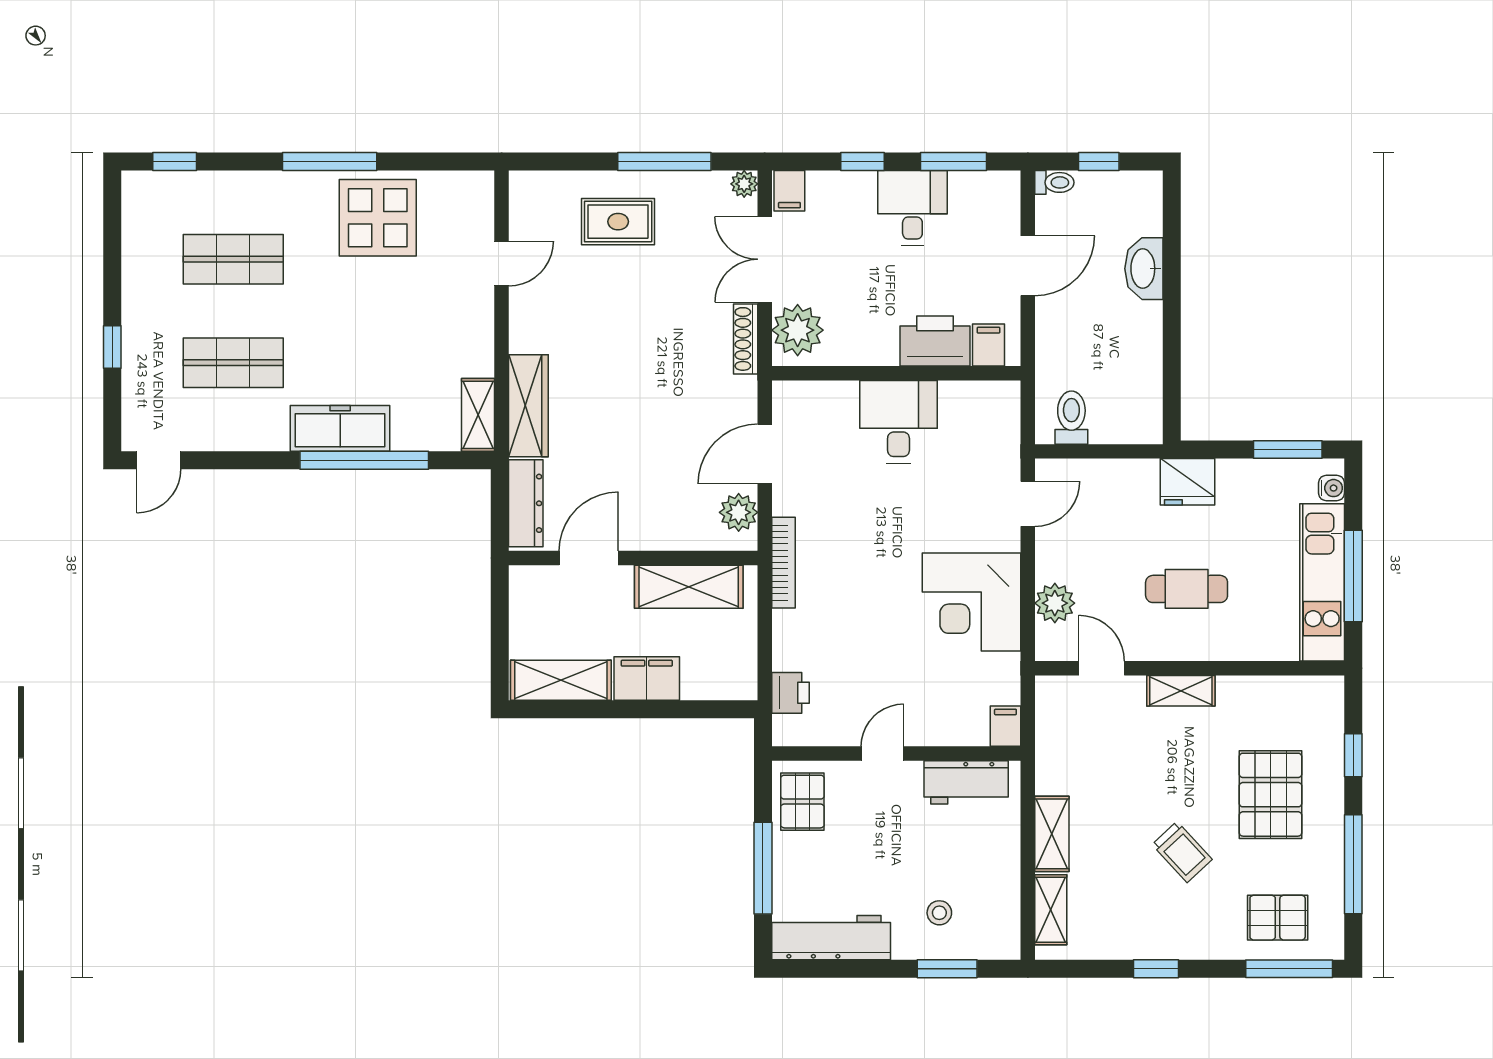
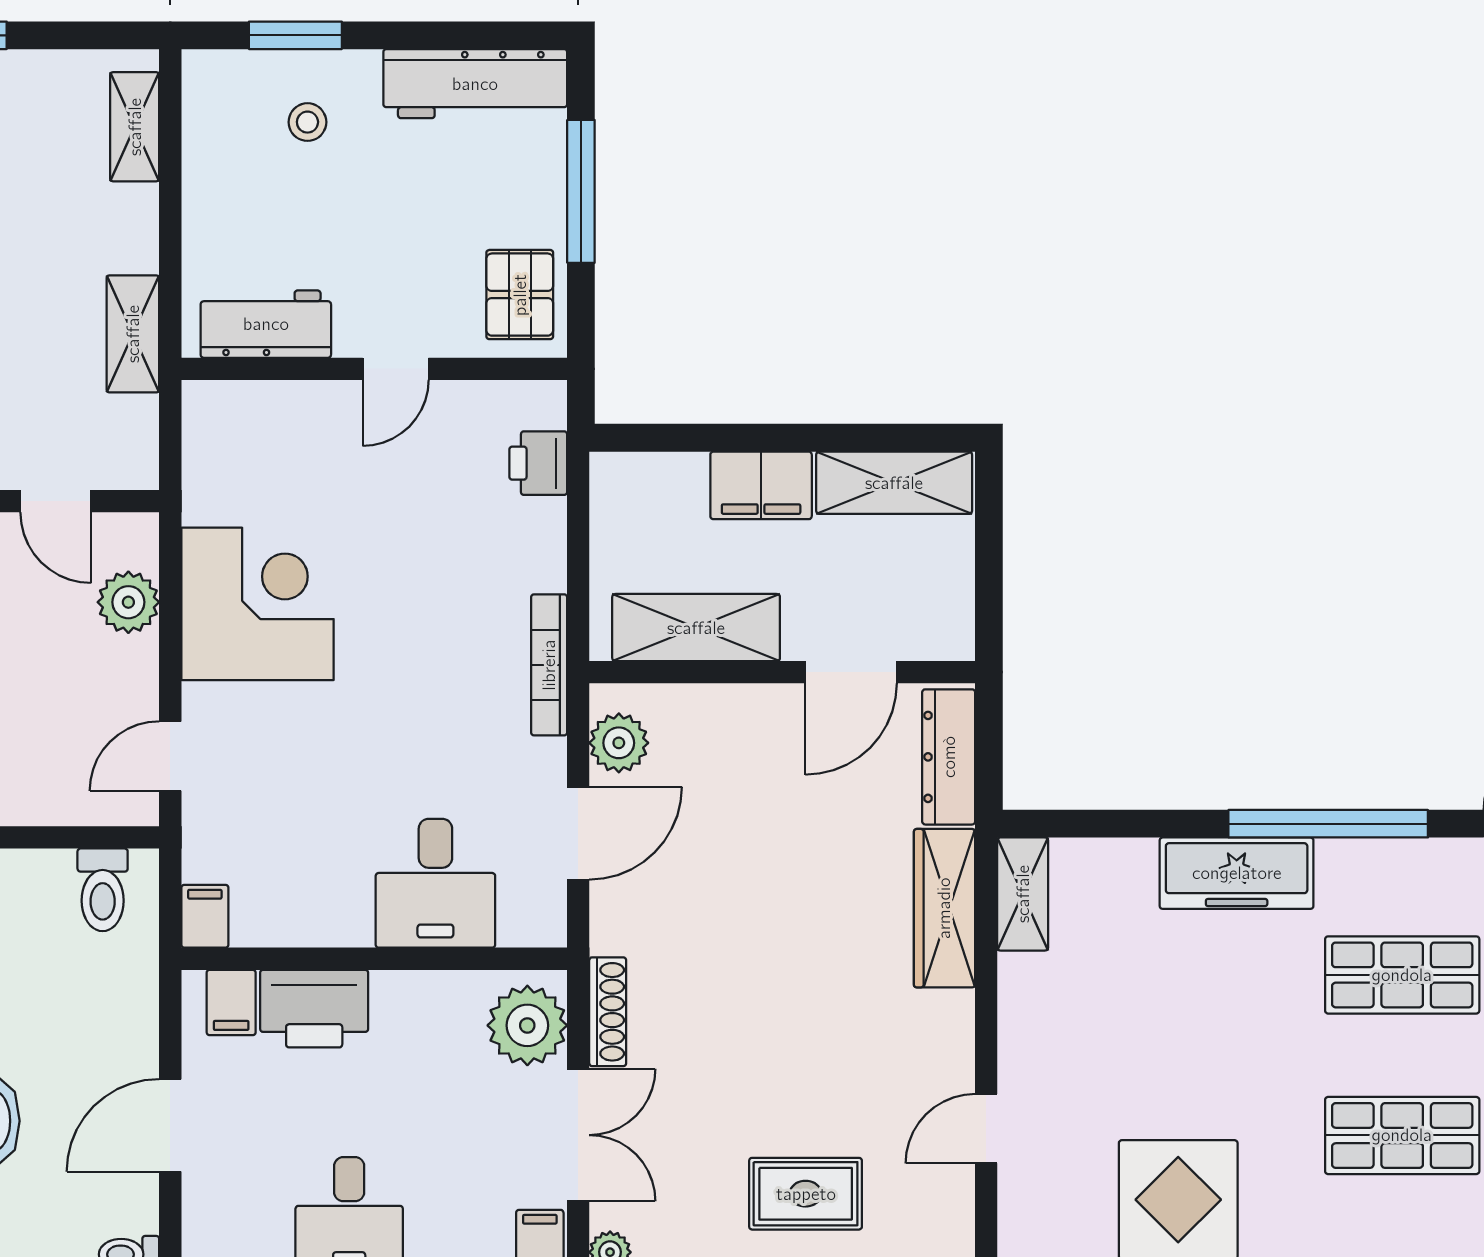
desk: (898, 422) -> (435, 883), moved
window: (364, 460) -> (1328, 824), moved
filing cabinet: (1005, 726) -> (205, 916), moved, turned 180
shelving: (1052, 834) -> (133, 334), moved

